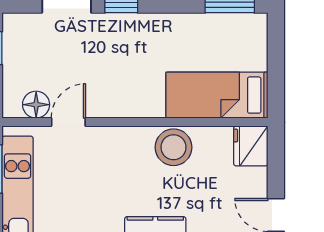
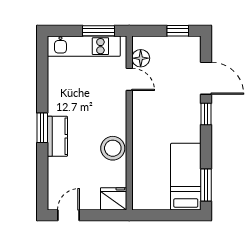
bed: (217, 95) -> (186, 177), moved

